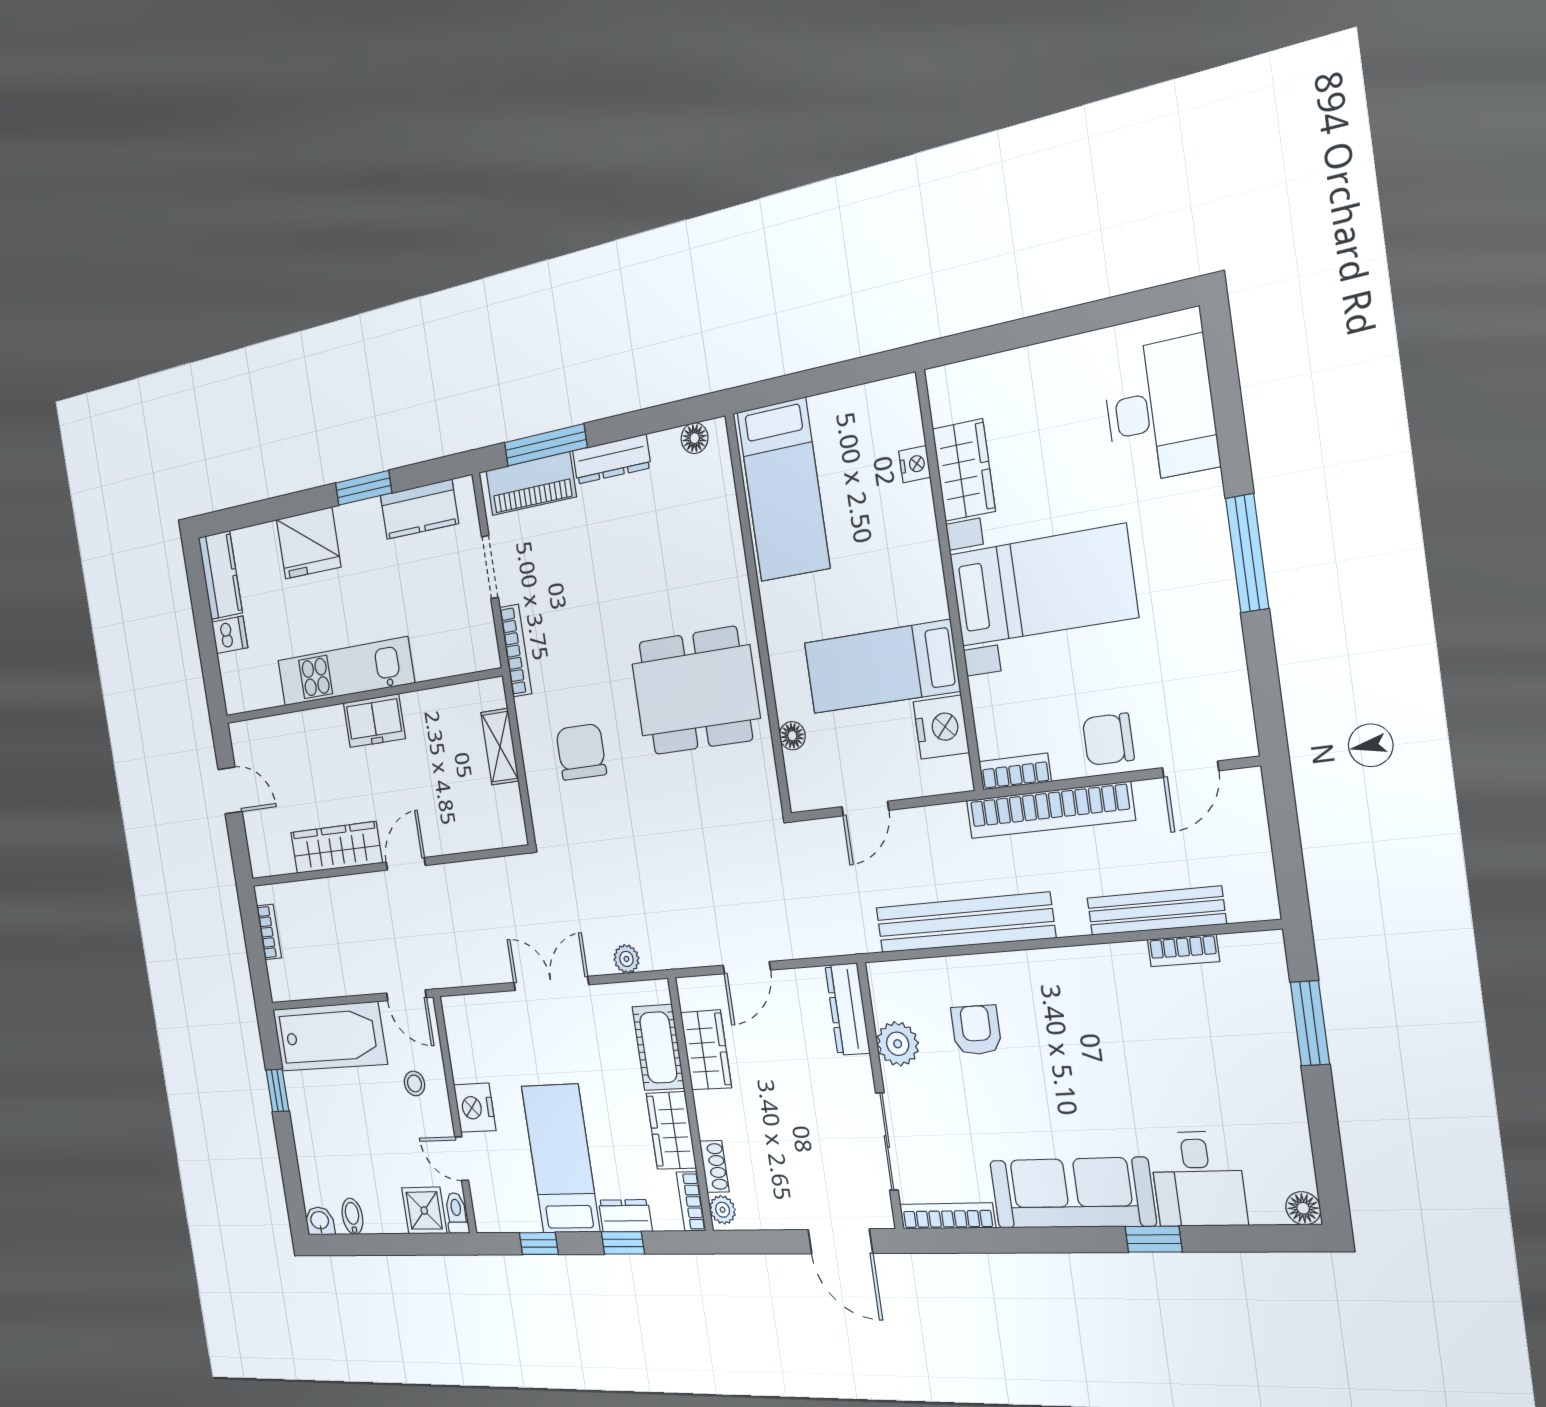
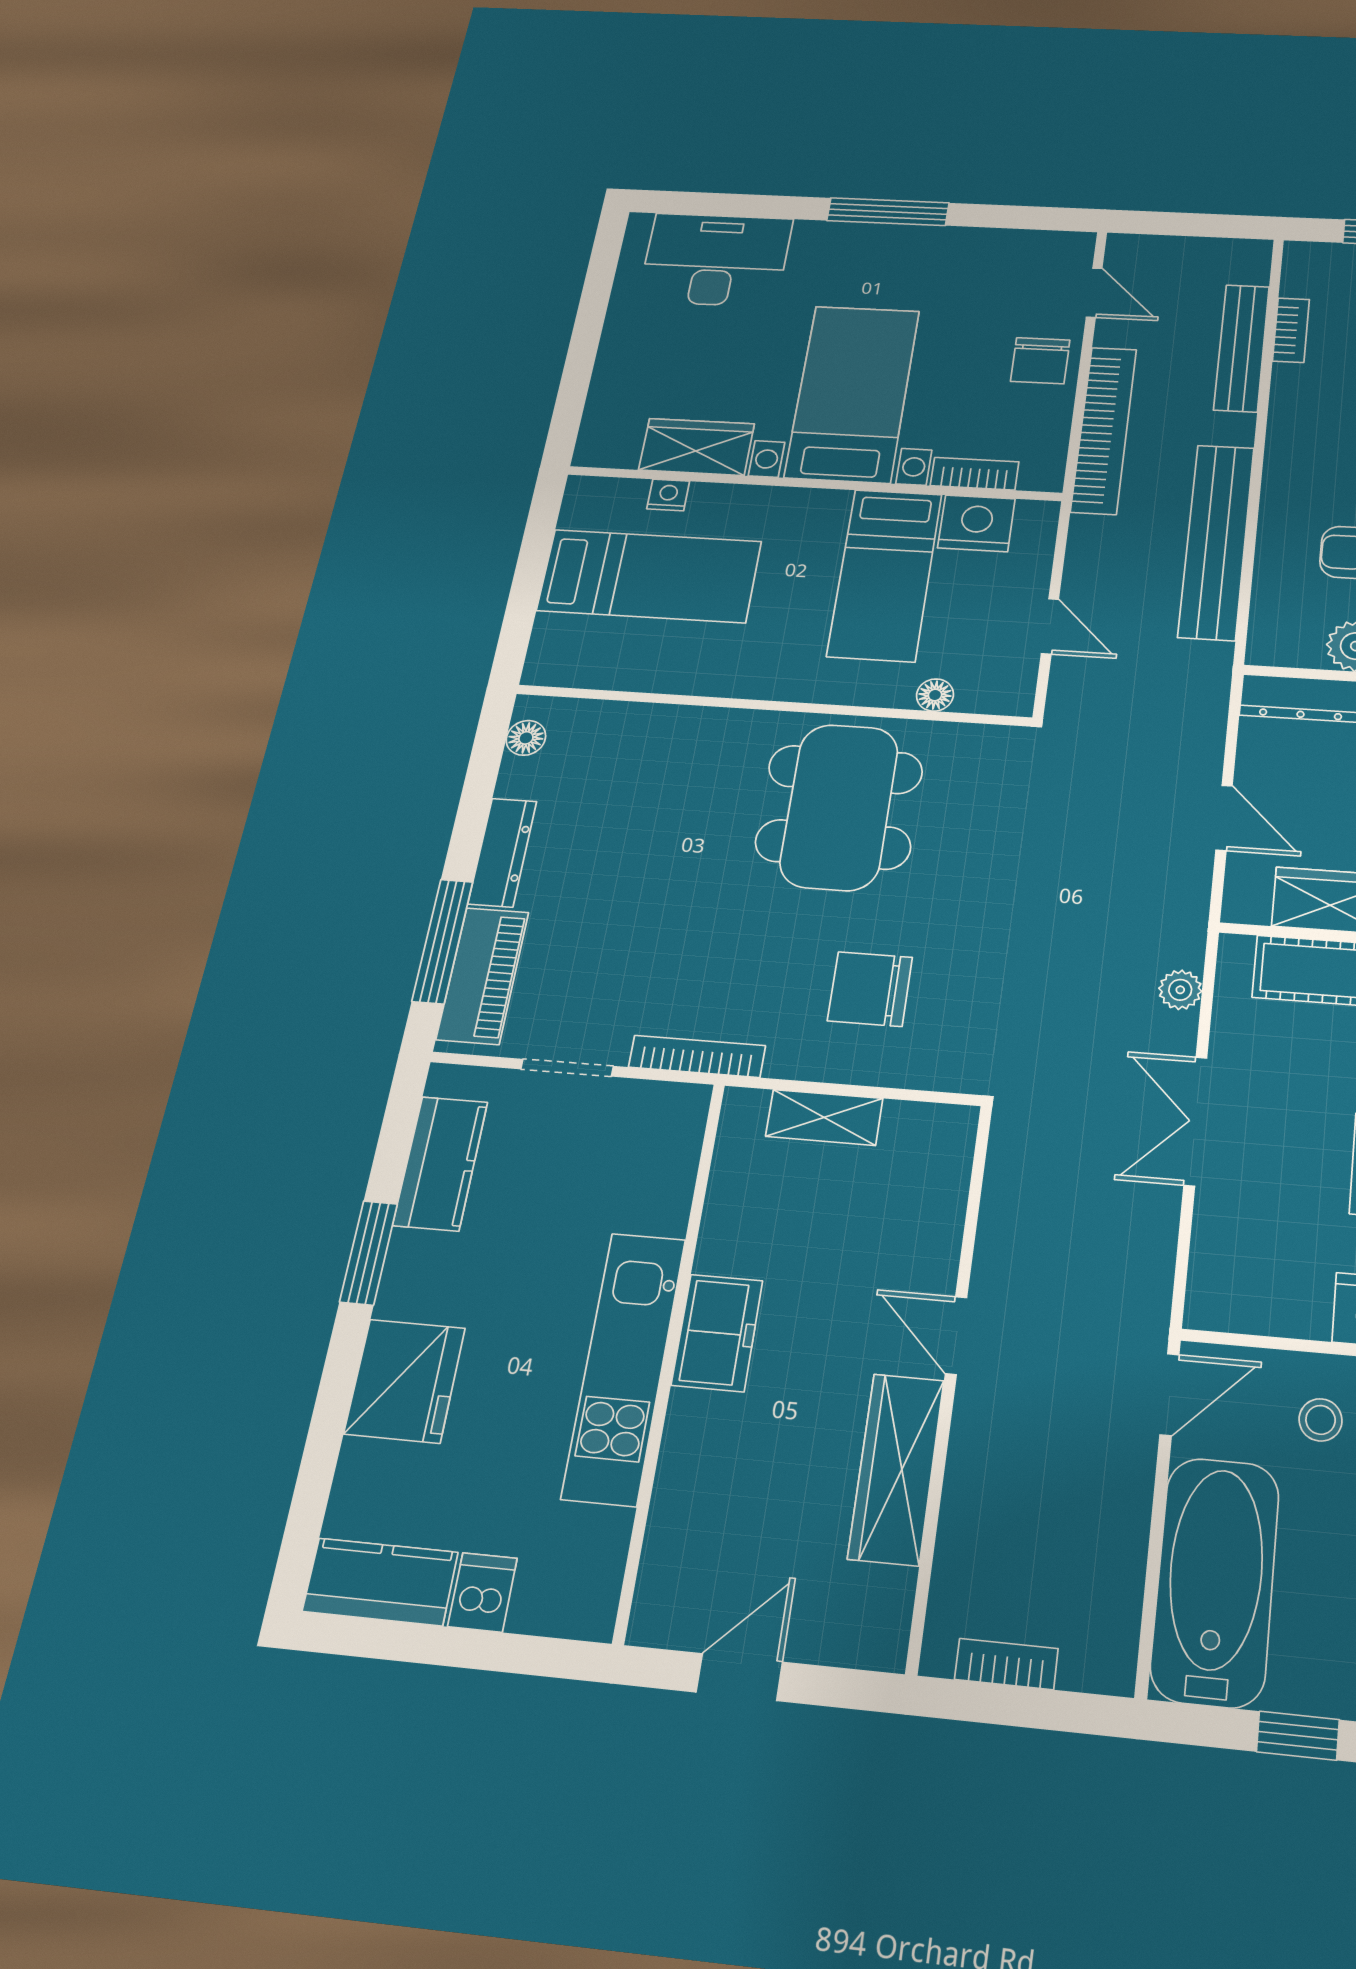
bed: (783, 490) -> (649, 576), moved
bookcase: (1015, 772) -> (975, 474), moved, turned 90

